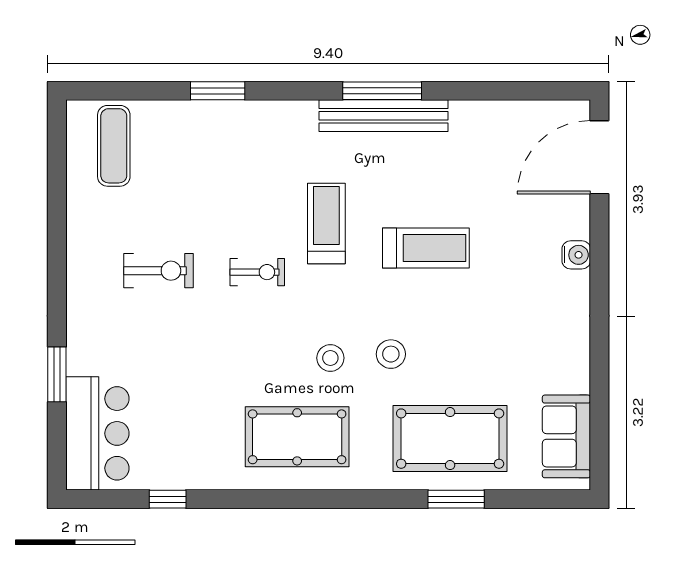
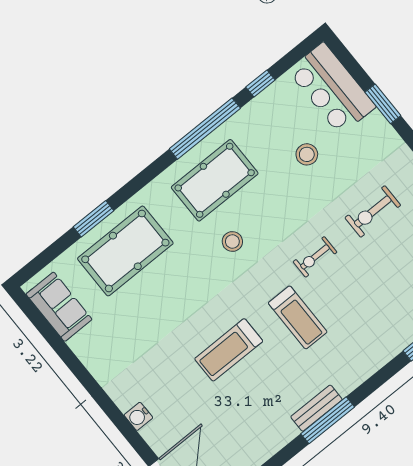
bench: (383, 116) -> (316, 408), width x0.54, depth x0.82
stool: (391, 354) -> (307, 154), moved
window: (264, 499) -> (205, 129), added

